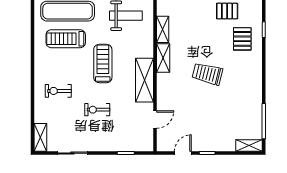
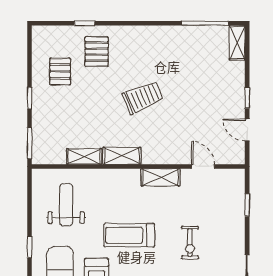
pallet: (242, 39) -> (97, 52), turned 90
trolley: (207, 74) -> (143, 97), turned -127
shelving: (145, 80) -> (161, 177), width x0.67, depth x0.75

